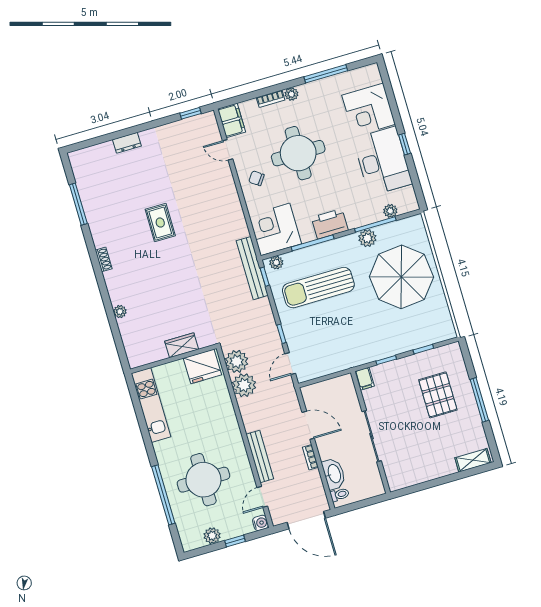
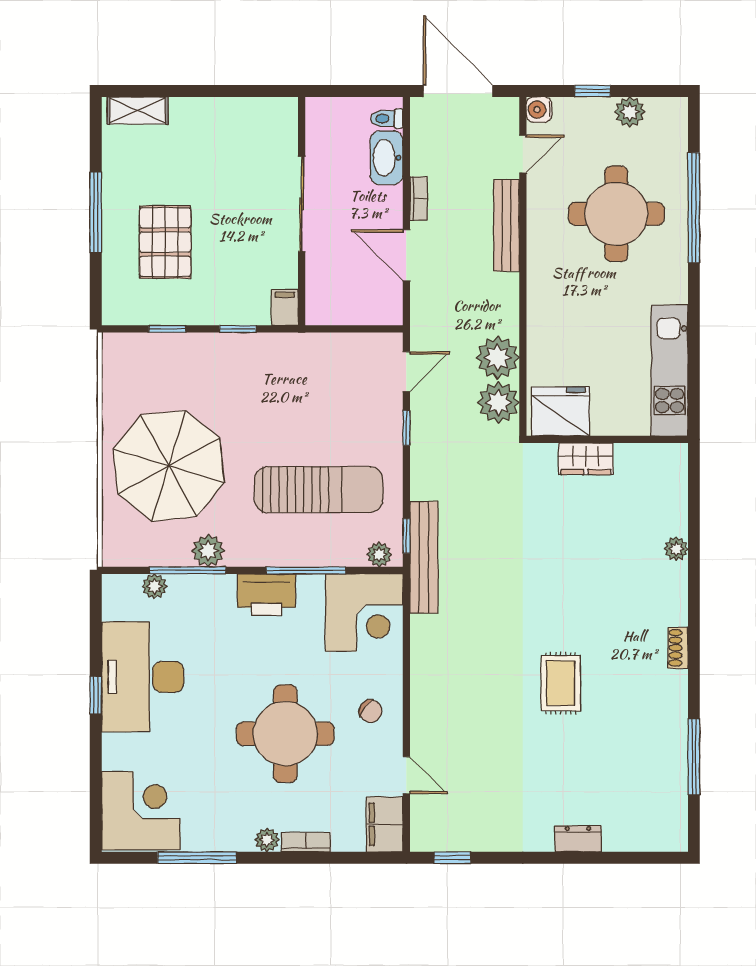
corner desk: (369, 110) -> (141, 811), moved

